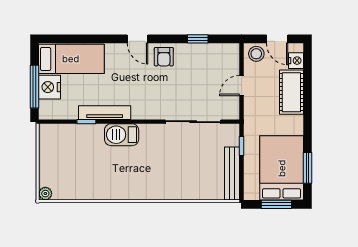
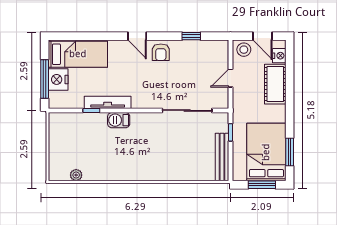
barbecue: (122, 135) -> (119, 120), width x0.73, depth x0.79
plant: (45, 194) -> (76, 175), moved

